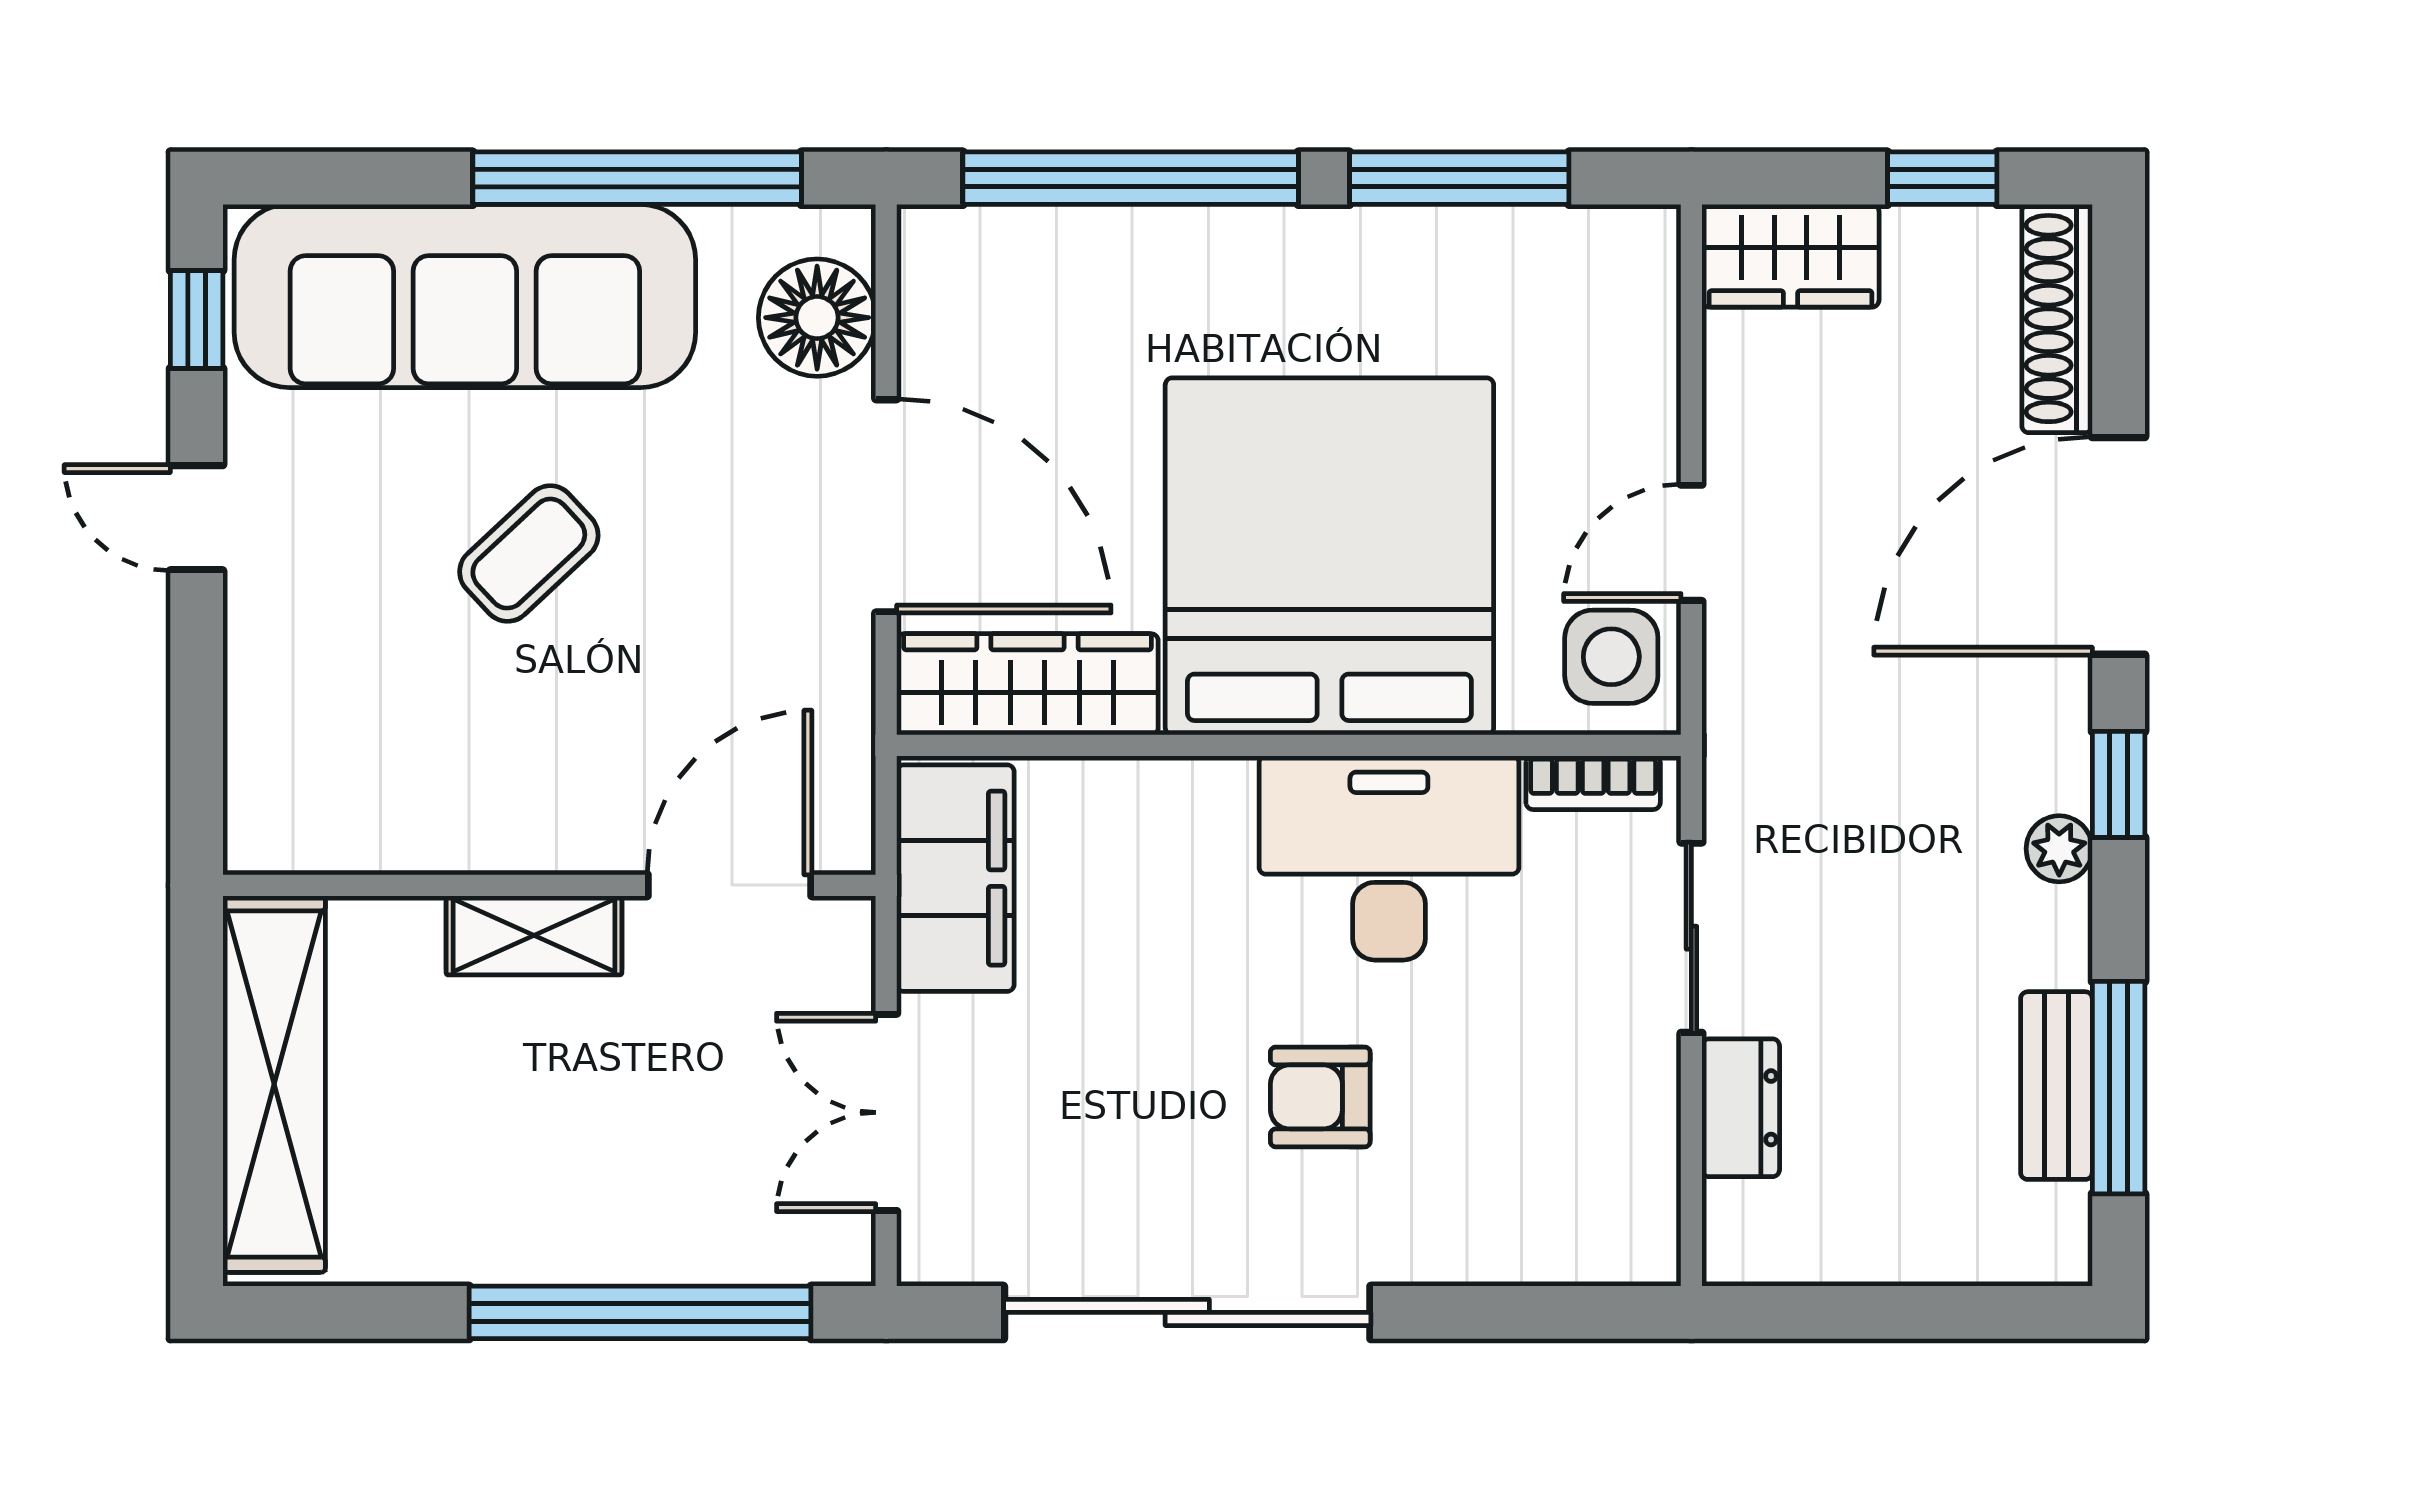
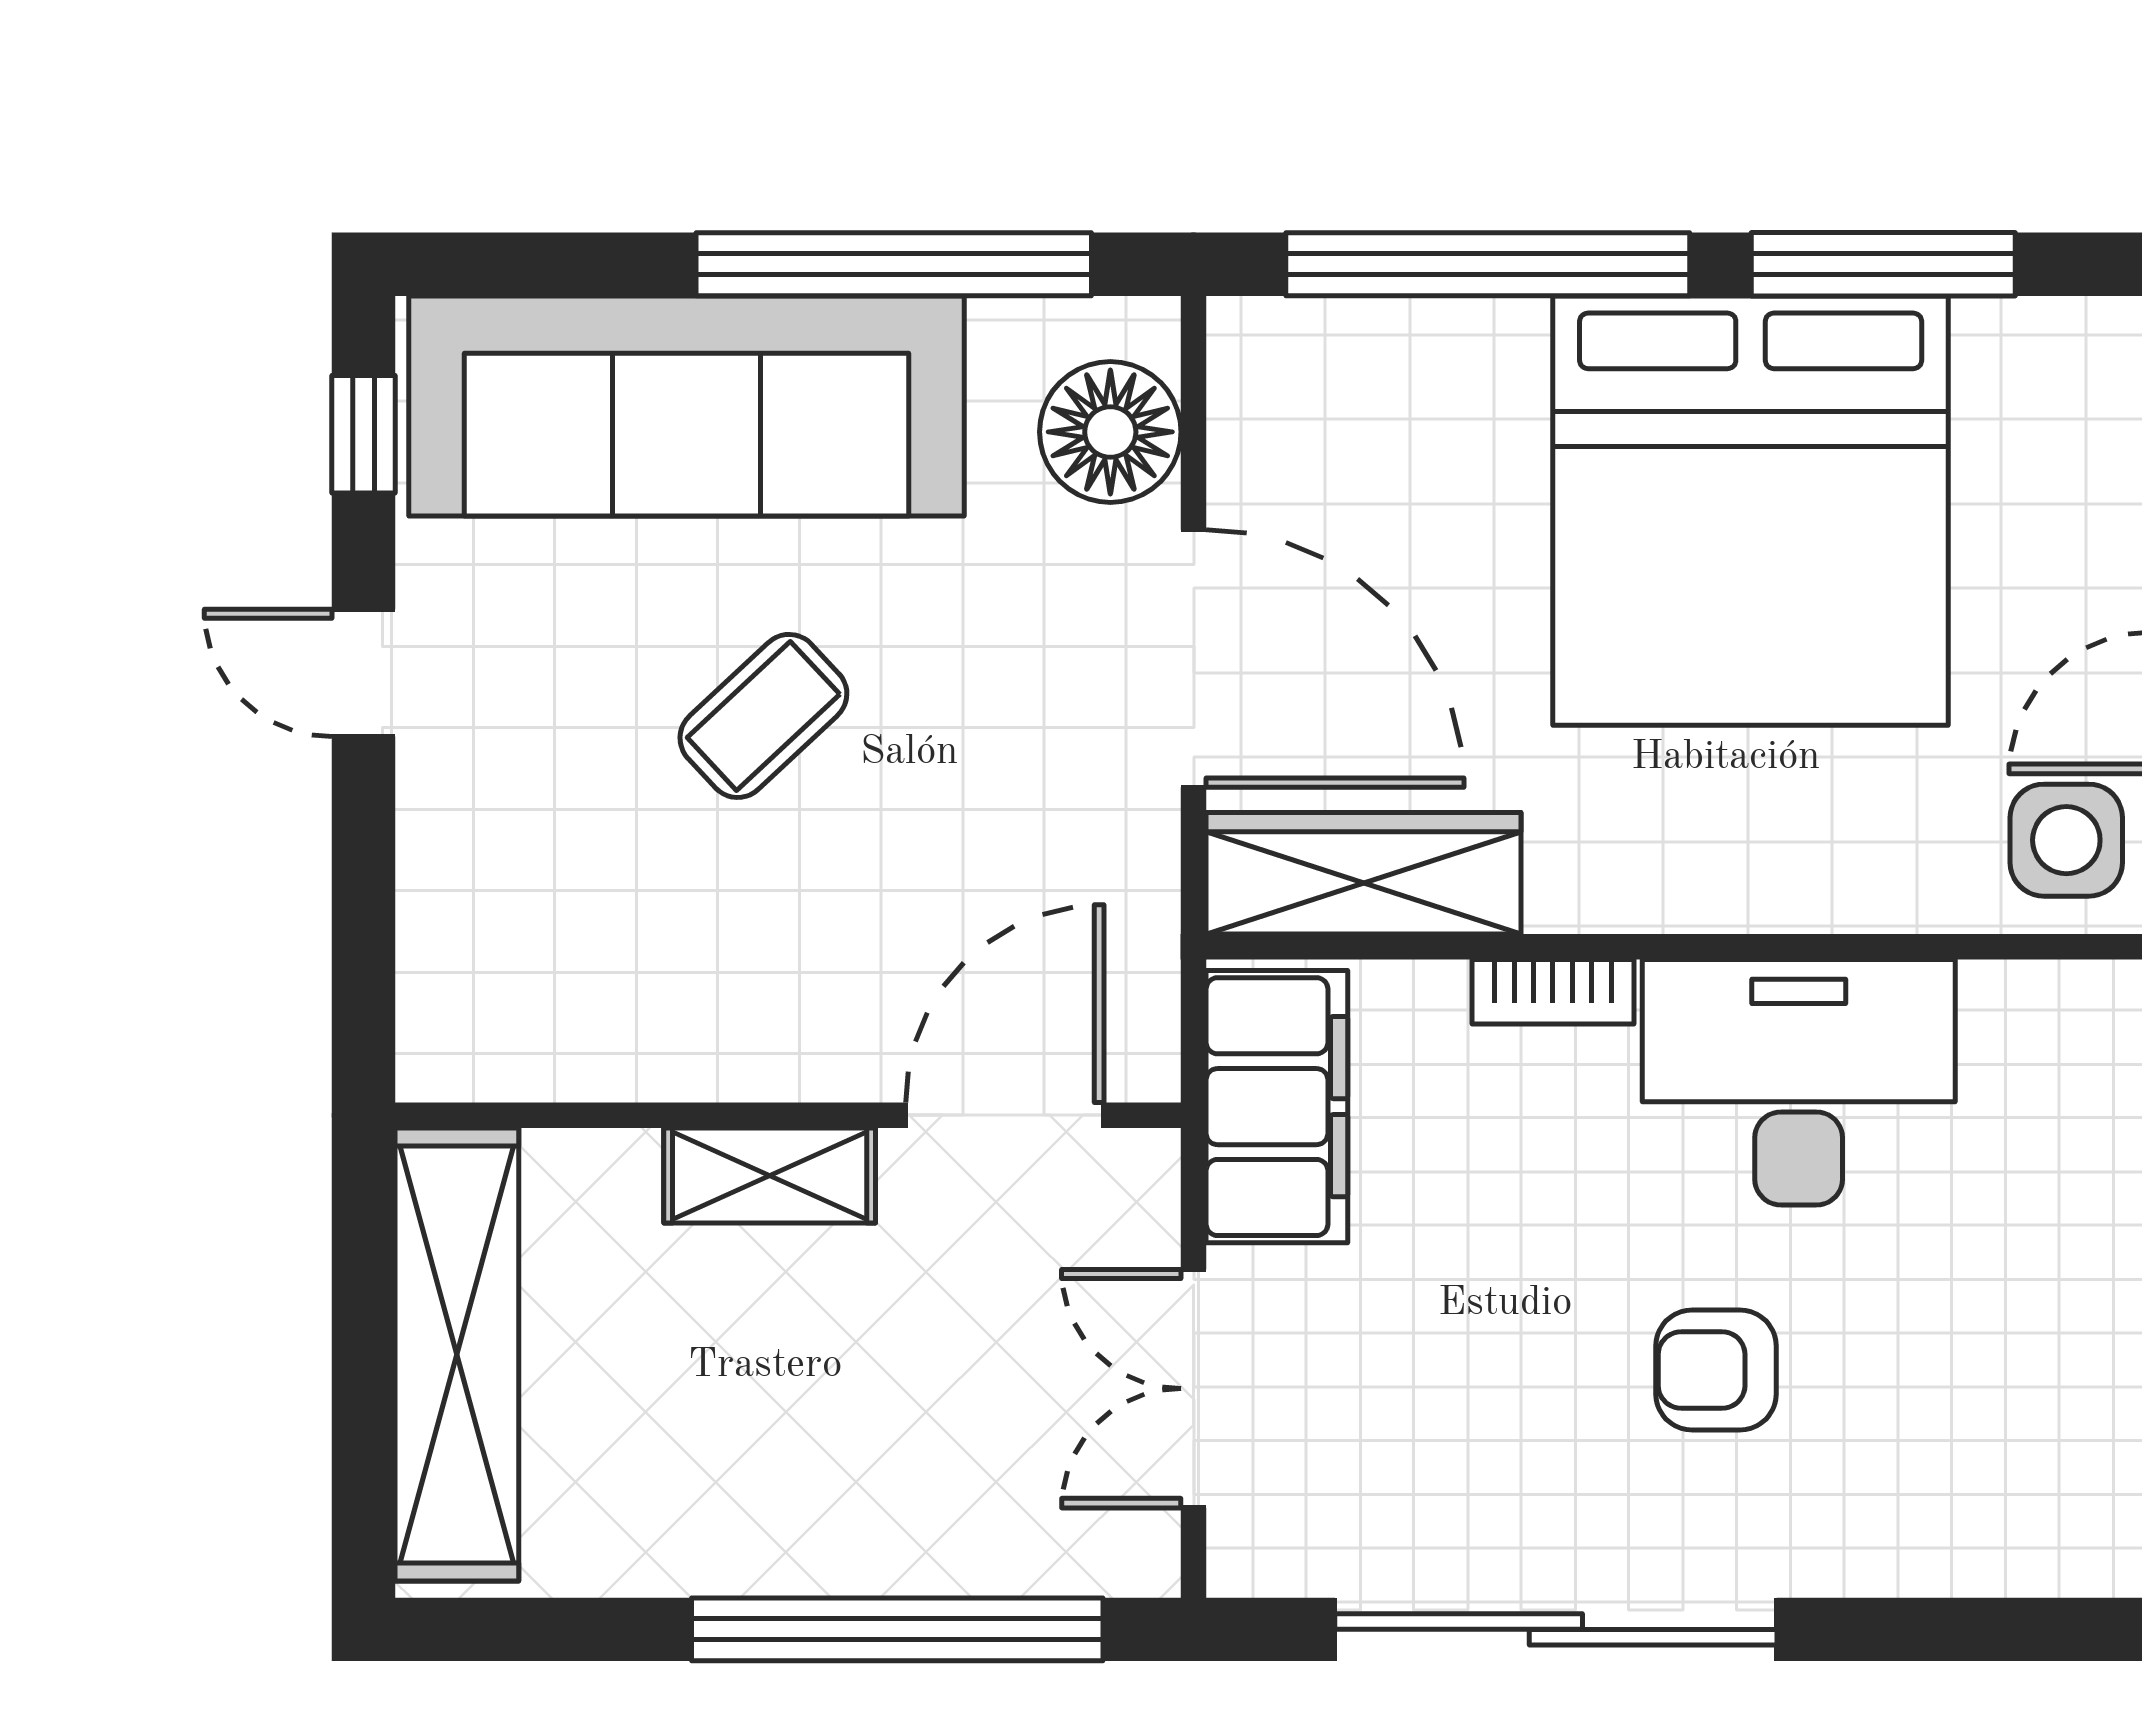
bed: (1329, 556) -> (1751, 511), moved, turned 180
bookcase: (1593, 783) -> (1553, 992), moved

